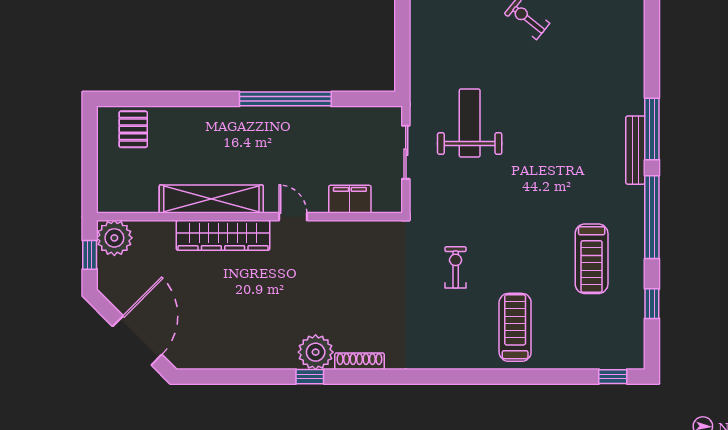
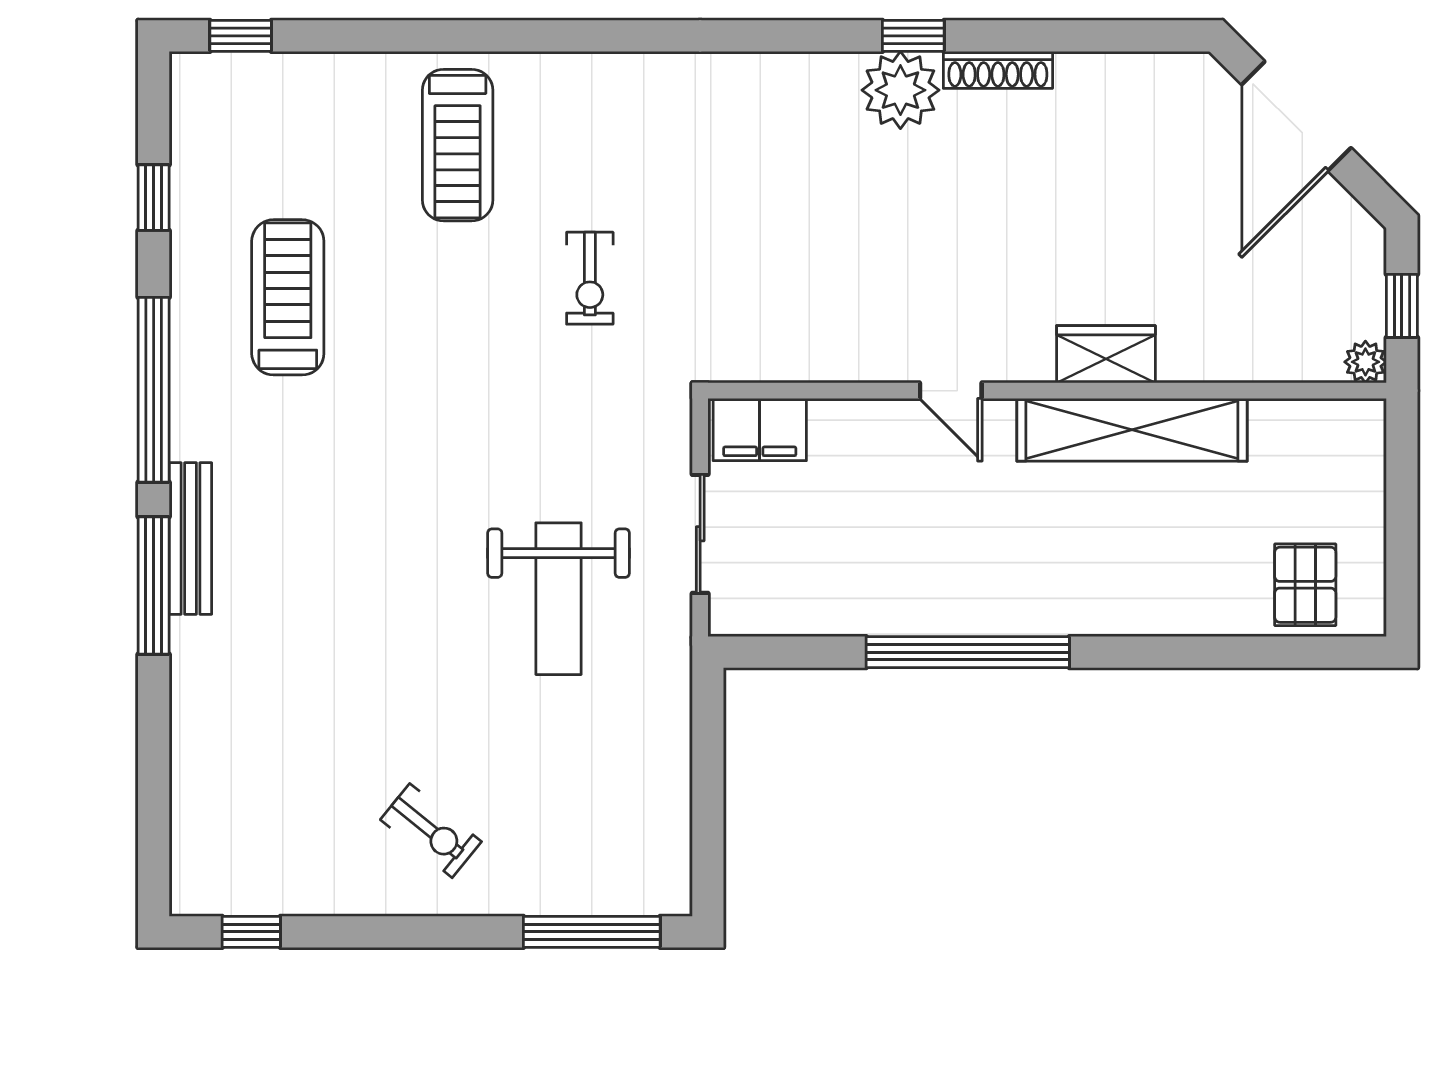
filing cabinet: (350, 199) -> (760, 430), moved
wardrobe: (223, 235) -> (1106, 354), width x0.48, depth x0.85
plant: (114, 238) -> (1365, 362), width x0.53, depth x0.53
shoe rack: (359, 361) -> (998, 70), moved

